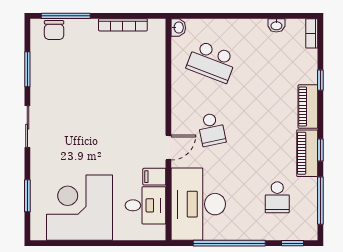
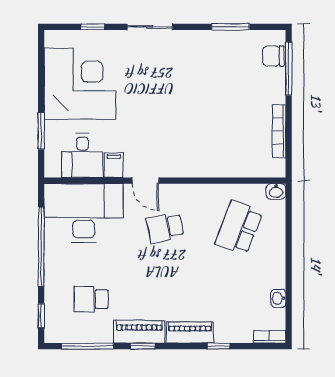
sliding door: (27, 127) -> (150, 27), moved
window: (27, 196) -> (93, 27), width x0.67
window: (123, 243) -> (41, 131), added

